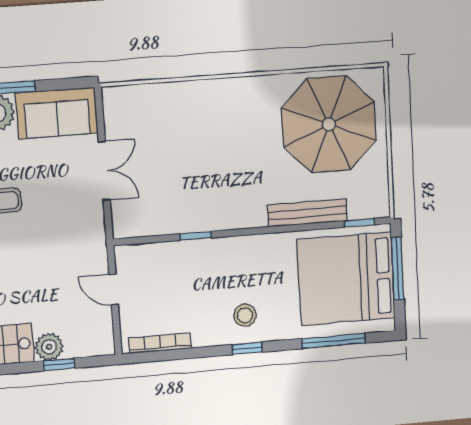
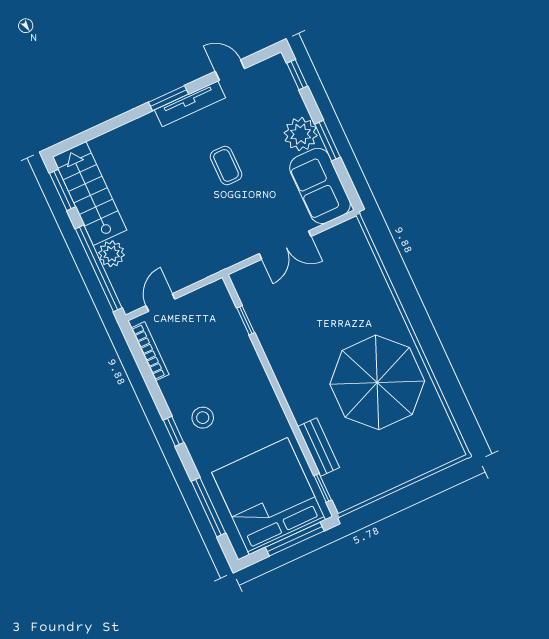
parasol: (329, 124) -> (377, 382), moved
bench: (307, 213) -> (319, 447), width x0.73
window: (195, 236) -> (246, 320), moved
door: (114, 289) -> (160, 302), moved
window: (59, 364) -> (99, 268), width x3.17

